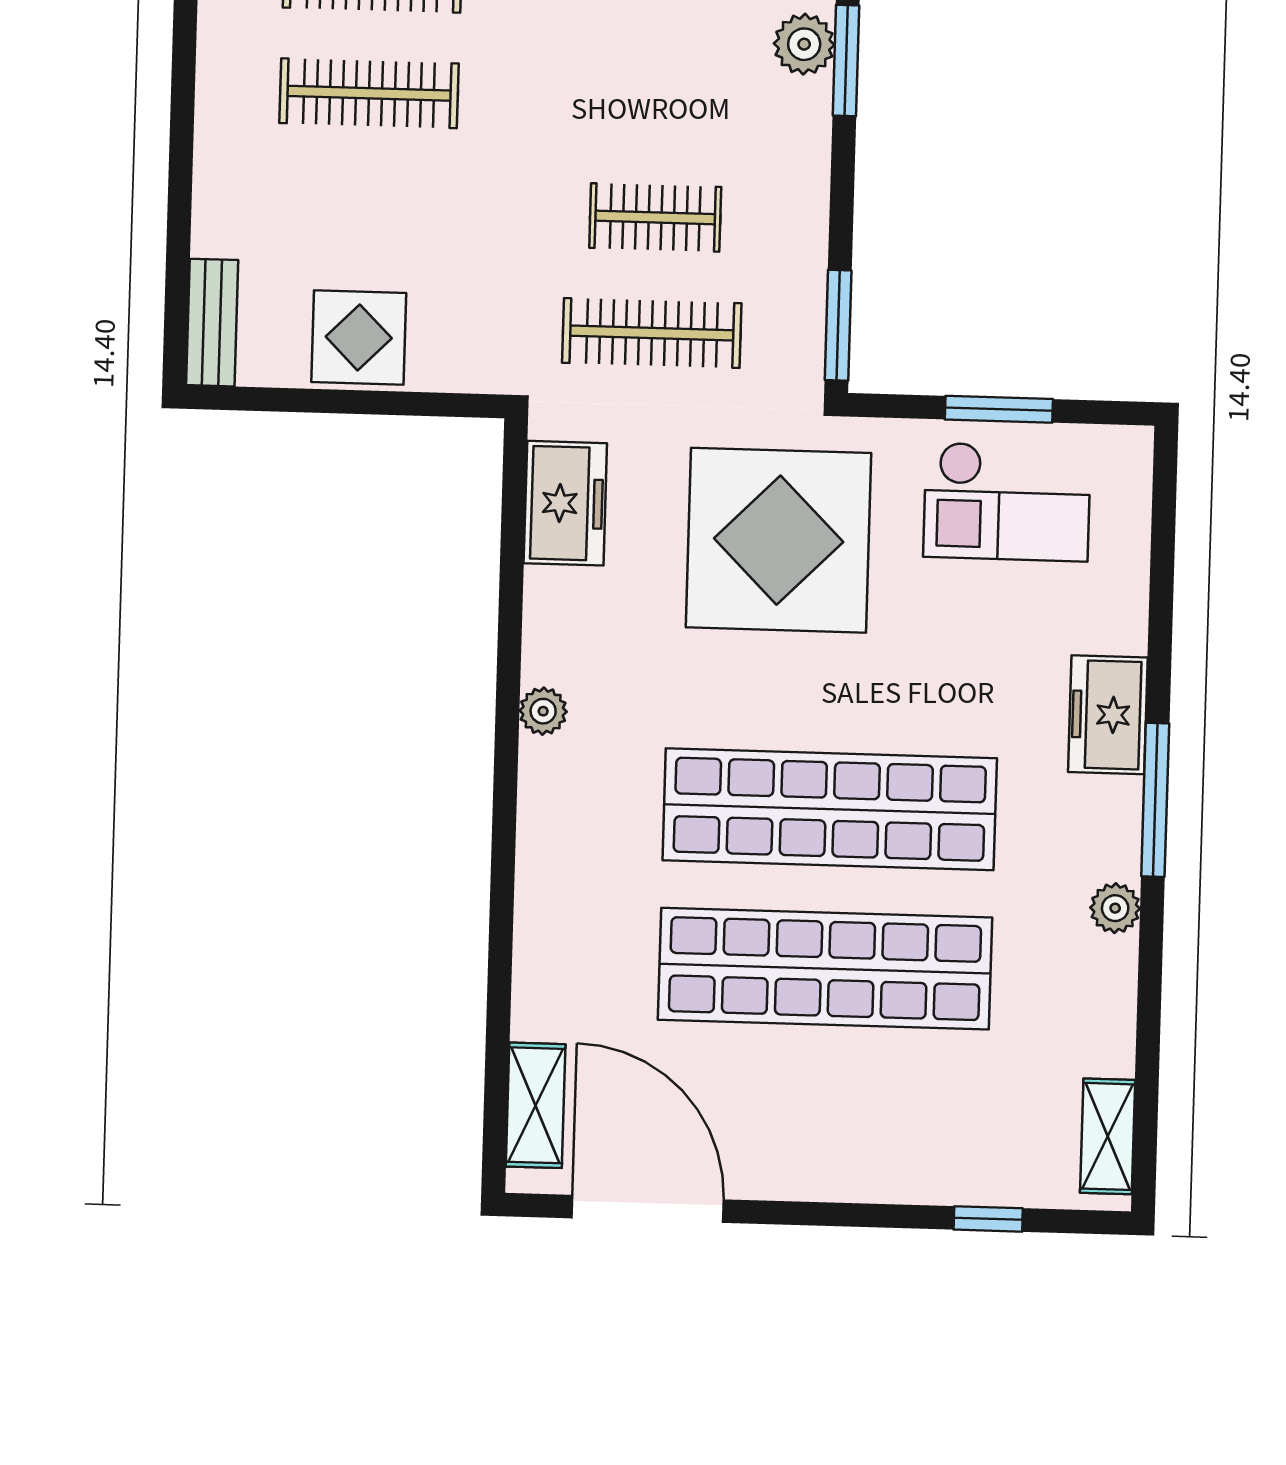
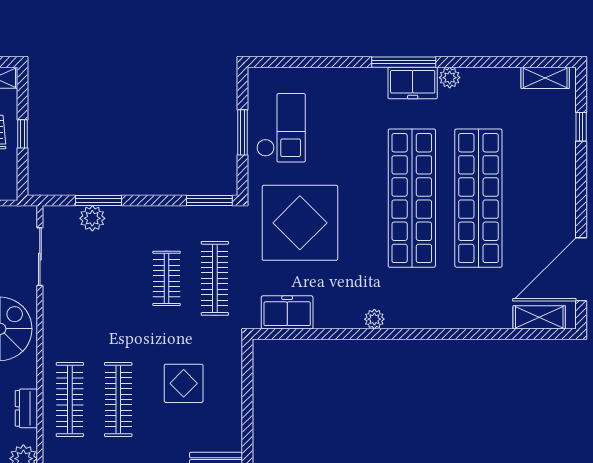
display table: (359, 337) -> (184, 383), moved
freezer: (1108, 715) -> (413, 83), moved

